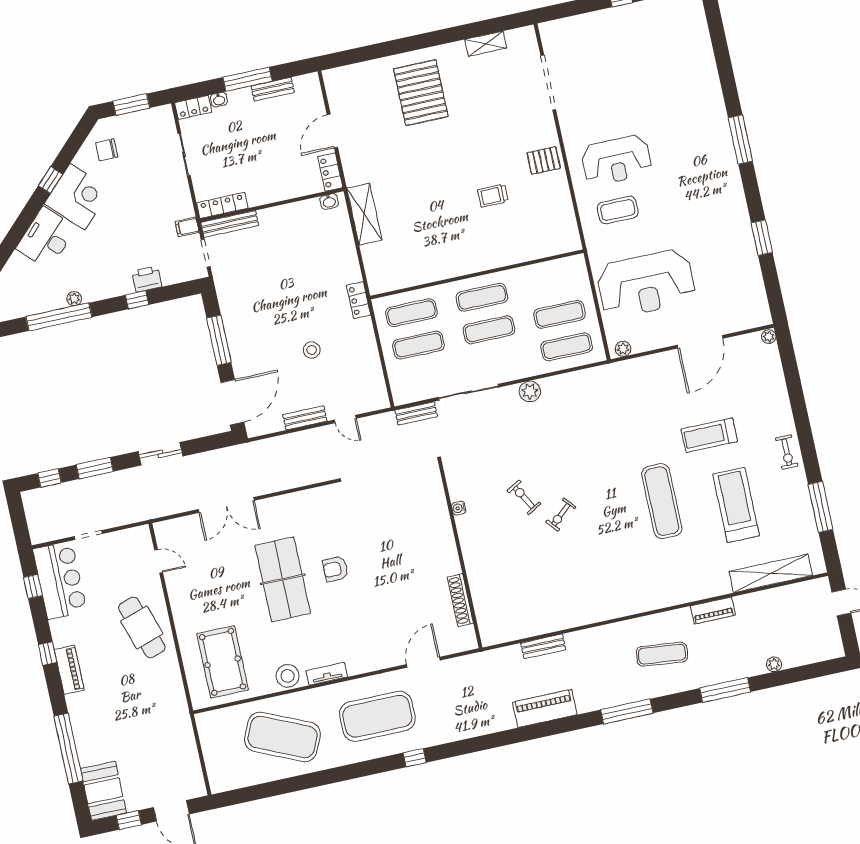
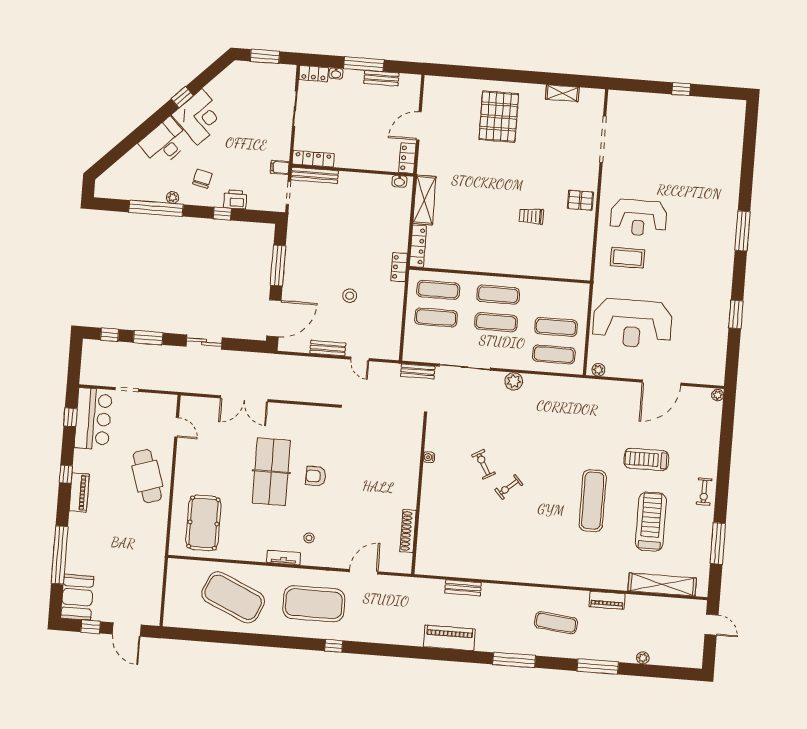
chair: (107, 150) -> (202, 179), moved, turned 103
locker: (373, 269) -> (418, 246), added
stool: (288, 676) -> (309, 538), moved, width x0.53, depth x0.53

